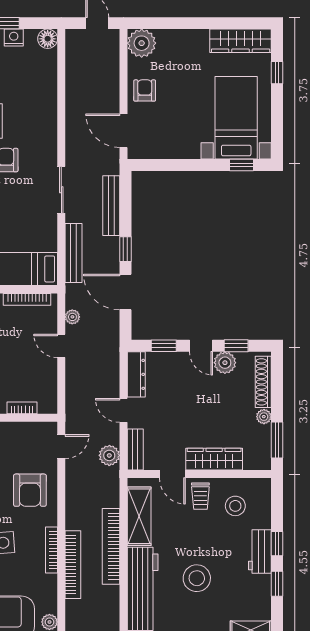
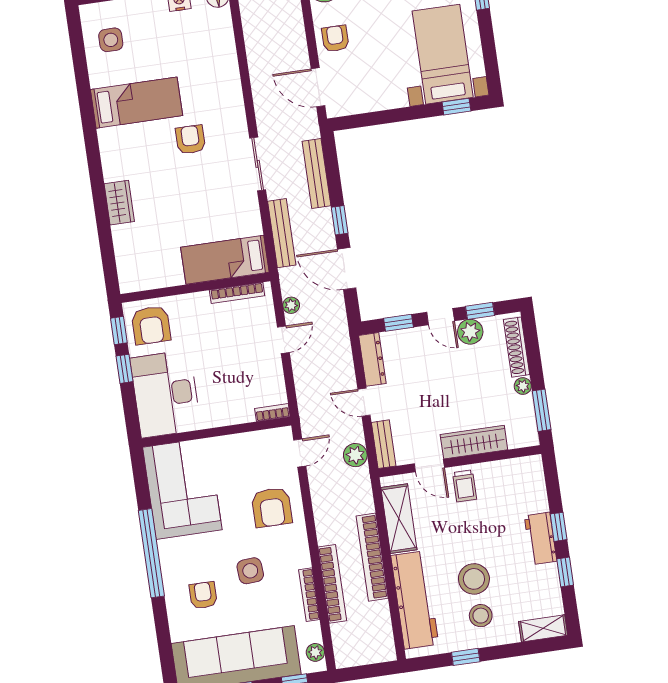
door: (61, 346) -> (283, 340), swing flipped
bookcase: (22, 408) -> (272, 412), moved
stool: (235, 506) -> (481, 616), moved
bookcase: (51, 550) -> (309, 595), moved

